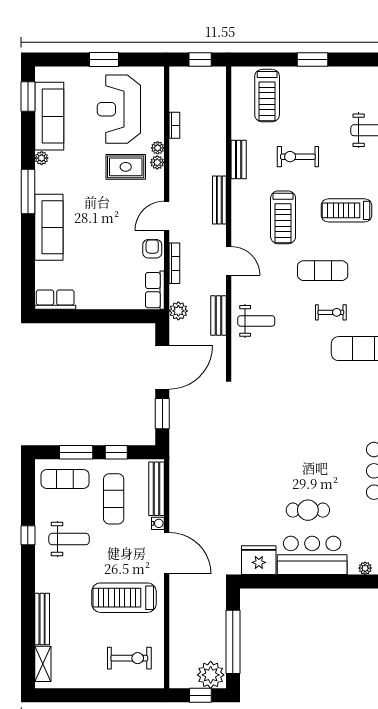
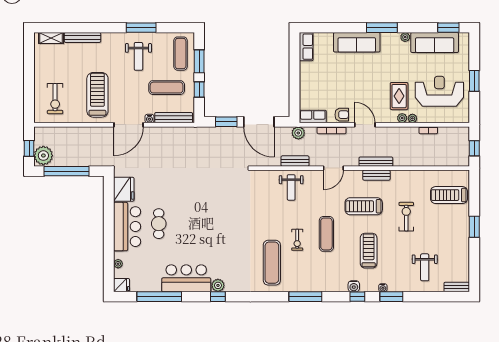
bench: (239, 160) -> (376, 175), moved
window: (28, 535) -> (141, 28), width x2.17

